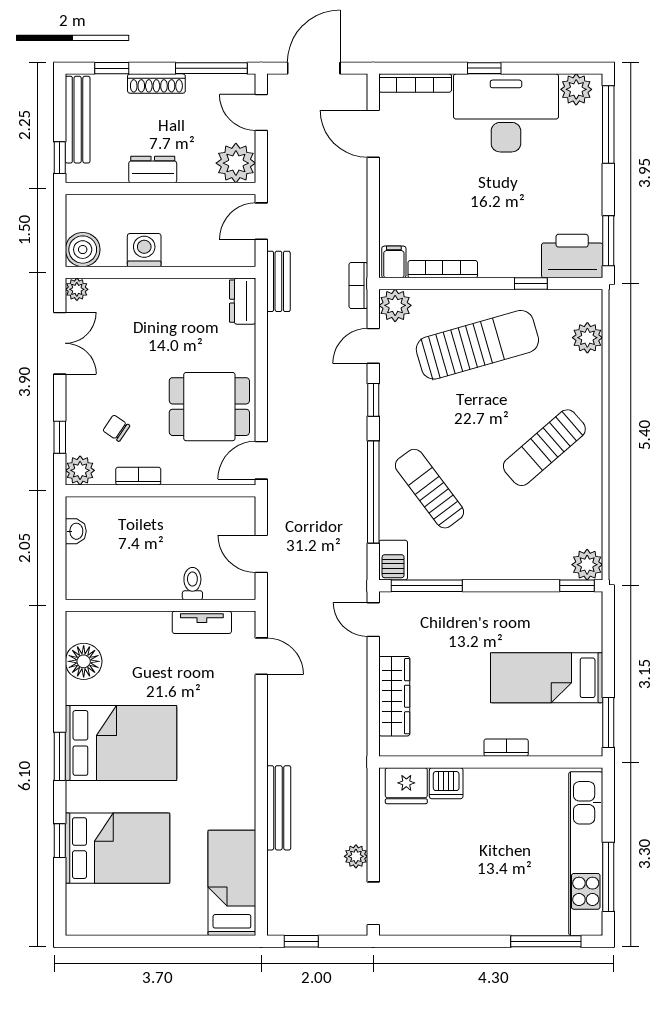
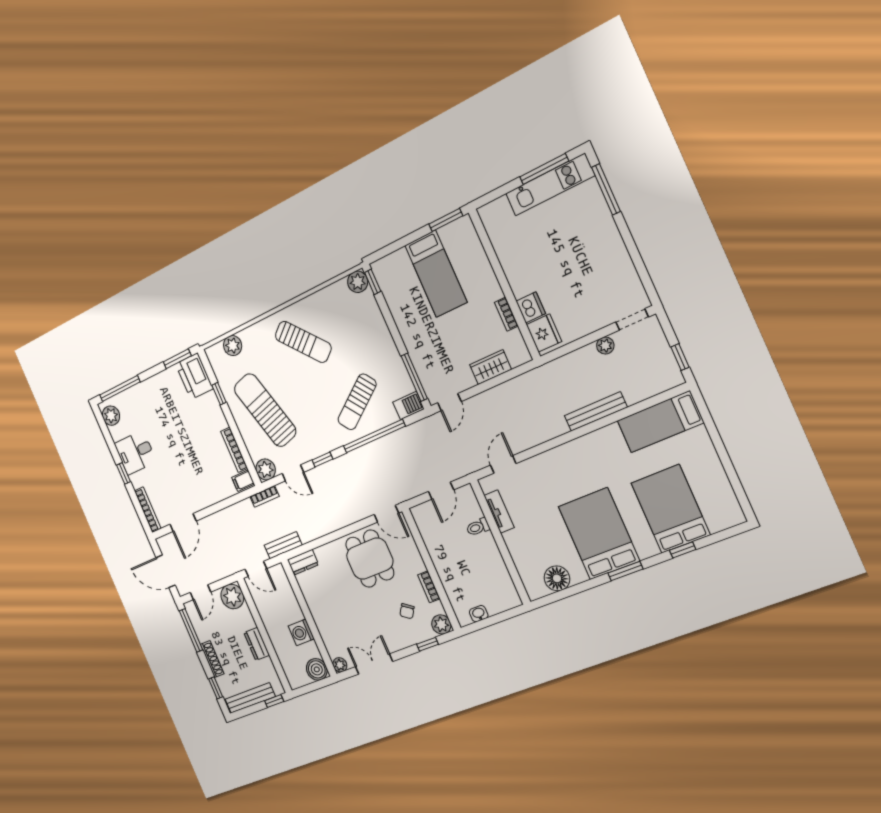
desk: (506, 113) -> (135, 453), width x0.53, depth x0.77
wardrobe: (394, 696) -> (491, 367), width x0.67
bookcase: (506, 748) -> (506, 314), moved
kitchen unit: (586, 854) -> (550, 185), width x0.73

